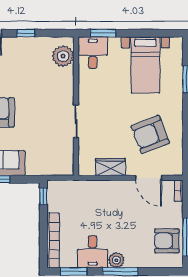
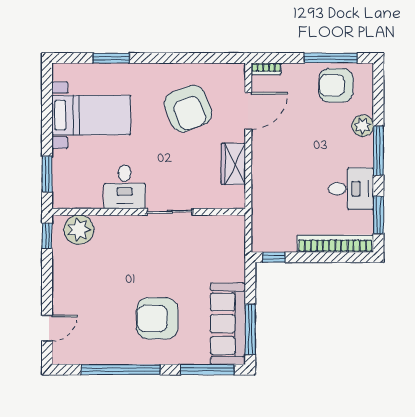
window: (26, 33) -> (47, 236), moved
desk: (93, 53) -> (125, 187), moved, turned -90
armchair: (167, 241) -> (336, 85), turned 90
plant: (116, 260) -> (363, 126), moved

